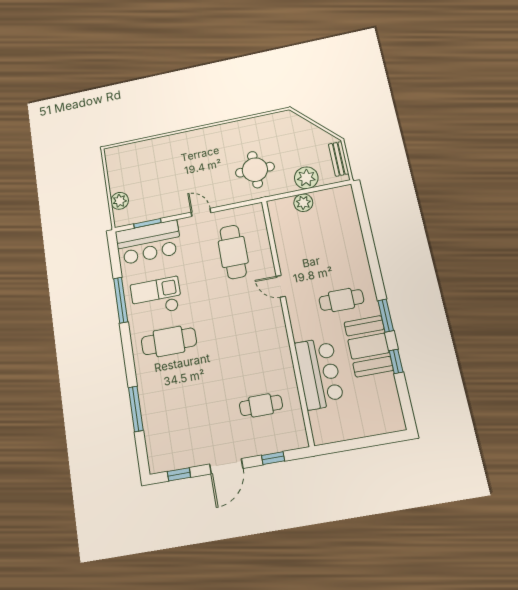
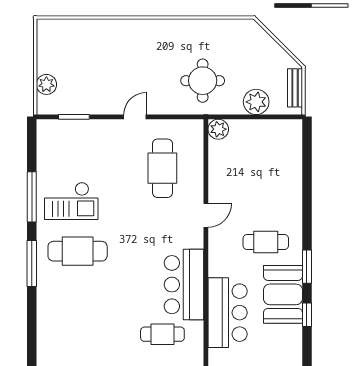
plant: (303, 203) -> (218, 129), moved
door: (201, 212) -> (135, 117), hinge flipped
bar counter: (148, 242) -> (184, 285), moved, turned 90
door: (281, 286) -> (206, 215), swing flipped
checkout: (156, 297) -> (71, 201), turned 180
window: (136, 409) -> (32, 263), moved

